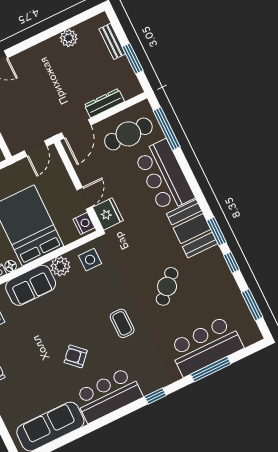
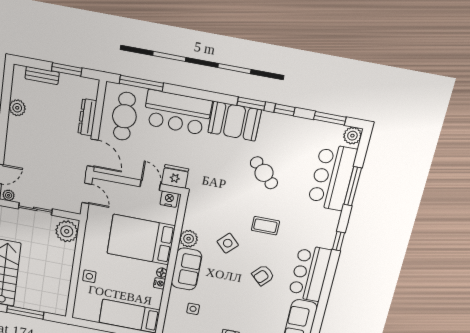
side table: (90, 260) -> (228, 243), moved, turned 45
plant: (252, 334) -> (352, 136), added

